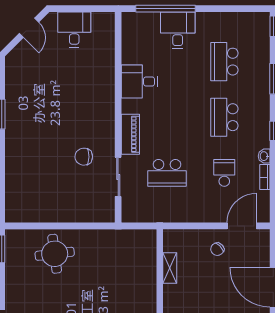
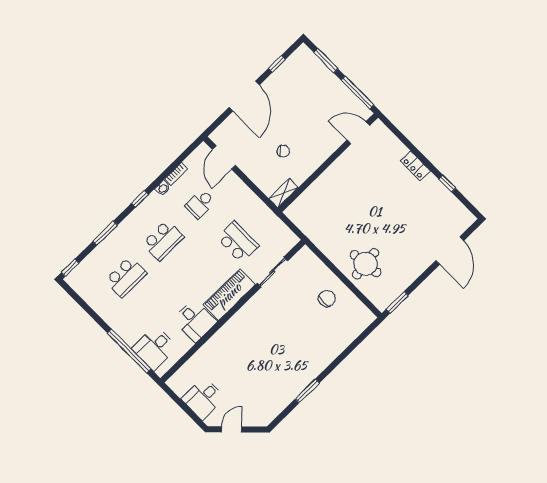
desk: (178, 30) -> (154, 348), moved
piano: (130, 134) -> (229, 295), width x1.37, depth x1.33
chair: (84, 157) -> (327, 299), moved, turned -92
door: (242, 226) -> (224, 157), hinge flipped
chair: (217, 249) -> (283, 151), moved
shelving: (170, 268) -> (284, 193), moved

